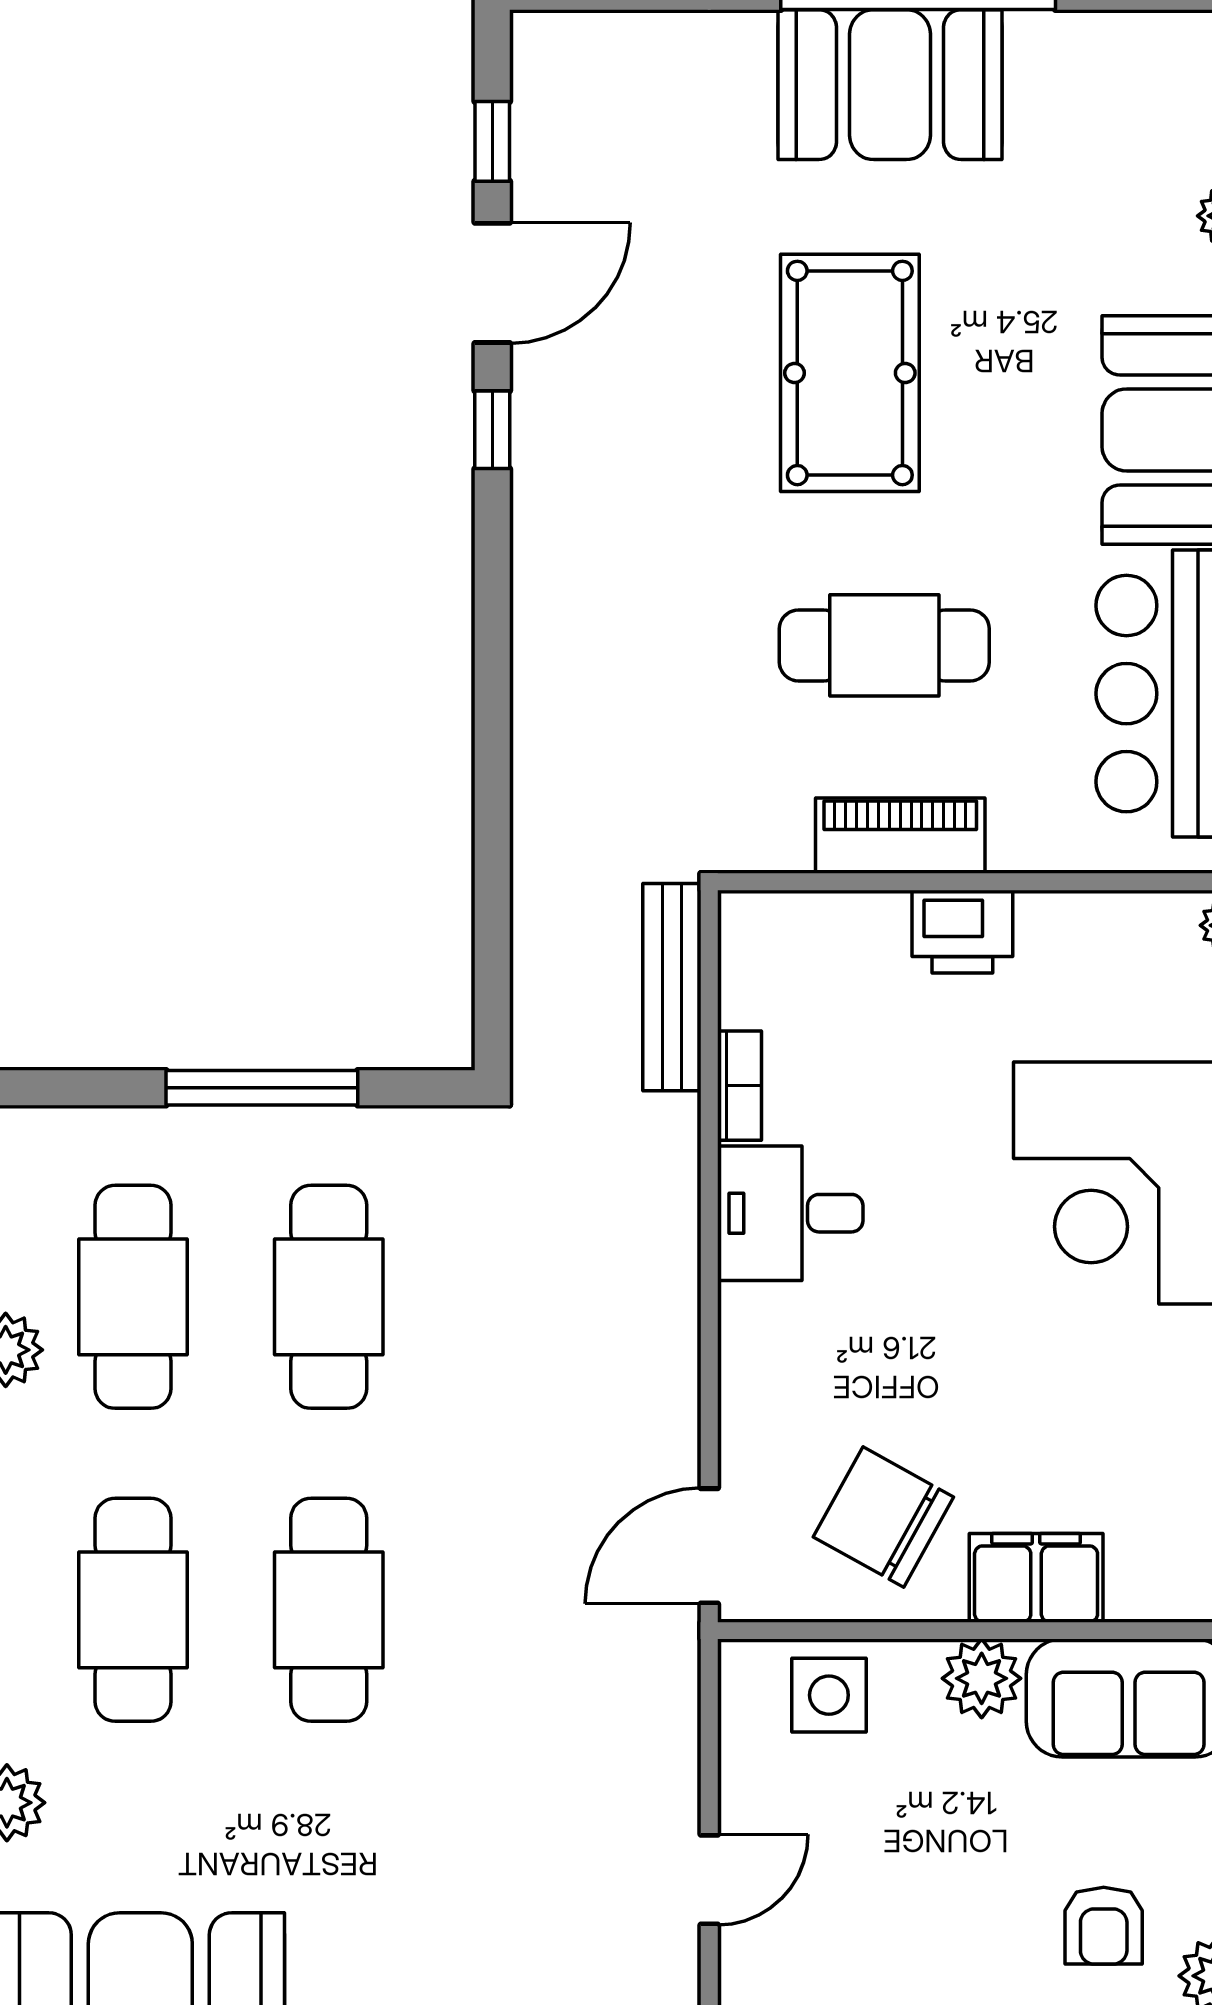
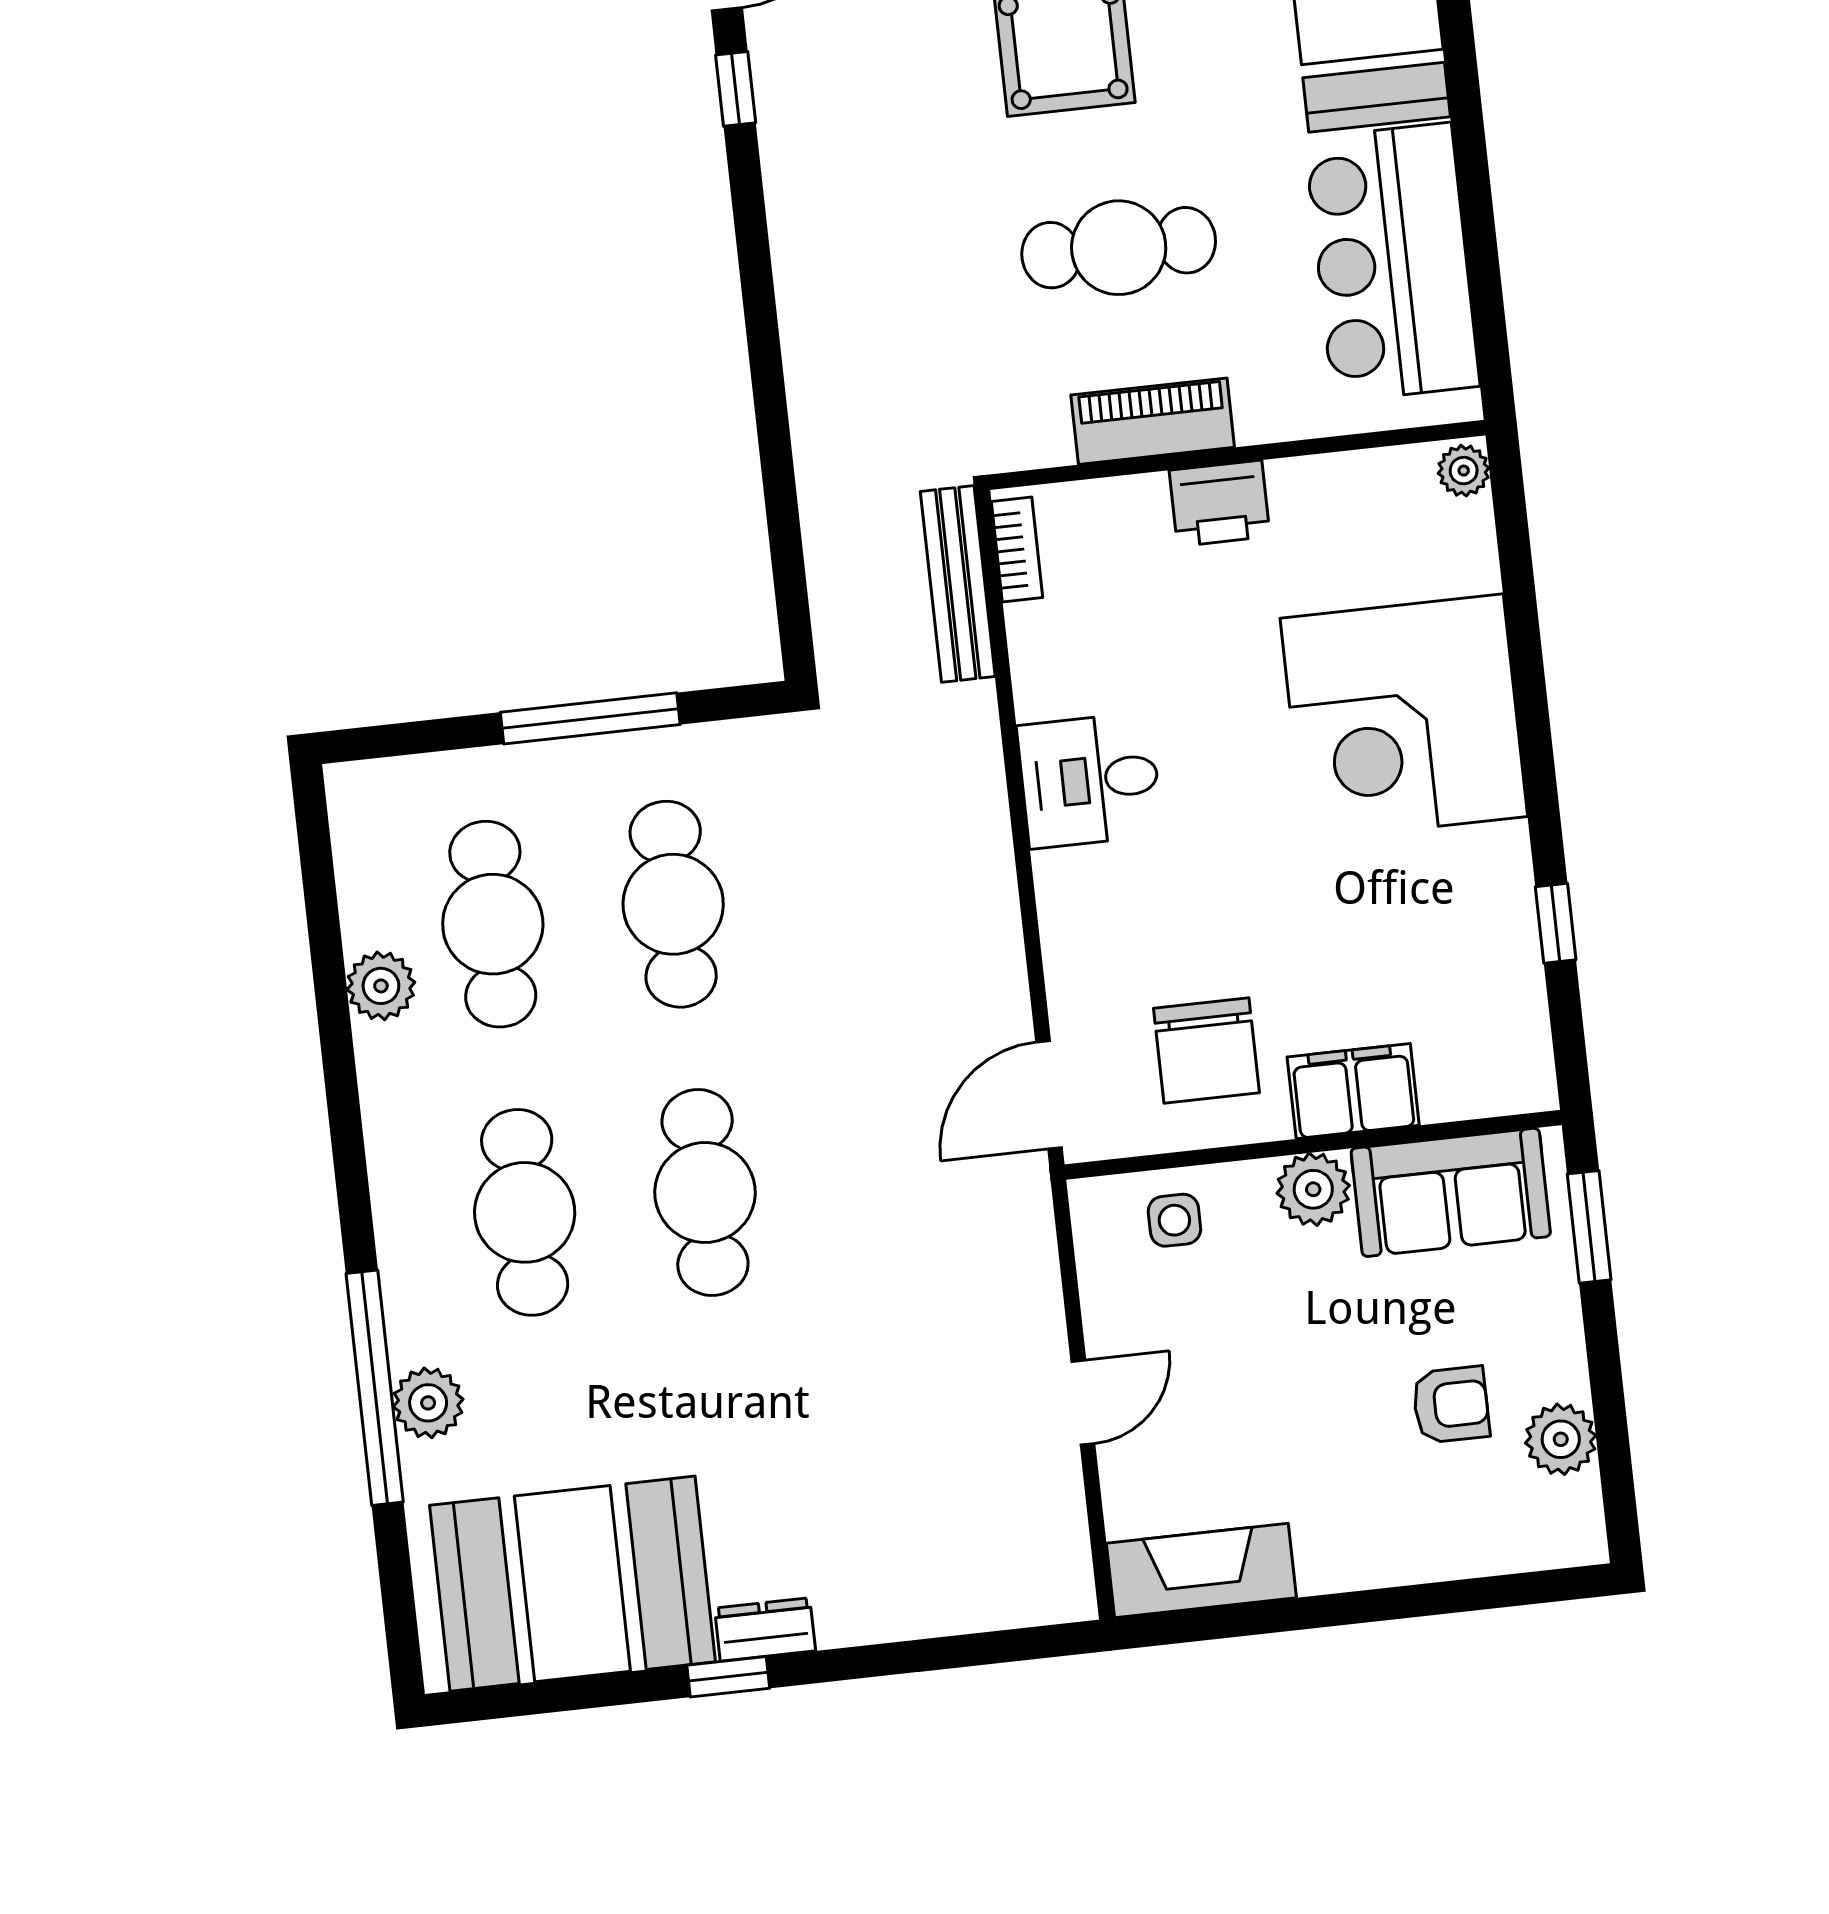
bookcase: (739, 1086) -> (1017, 550), moved
chair: (883, 1517) -> (1206, 1051), turned -119
side table: (829, 1695) -> (1174, 1220), width x0.73, depth x0.73
armchair: (1104, 1926) -> (1451, 1405), turned -90

